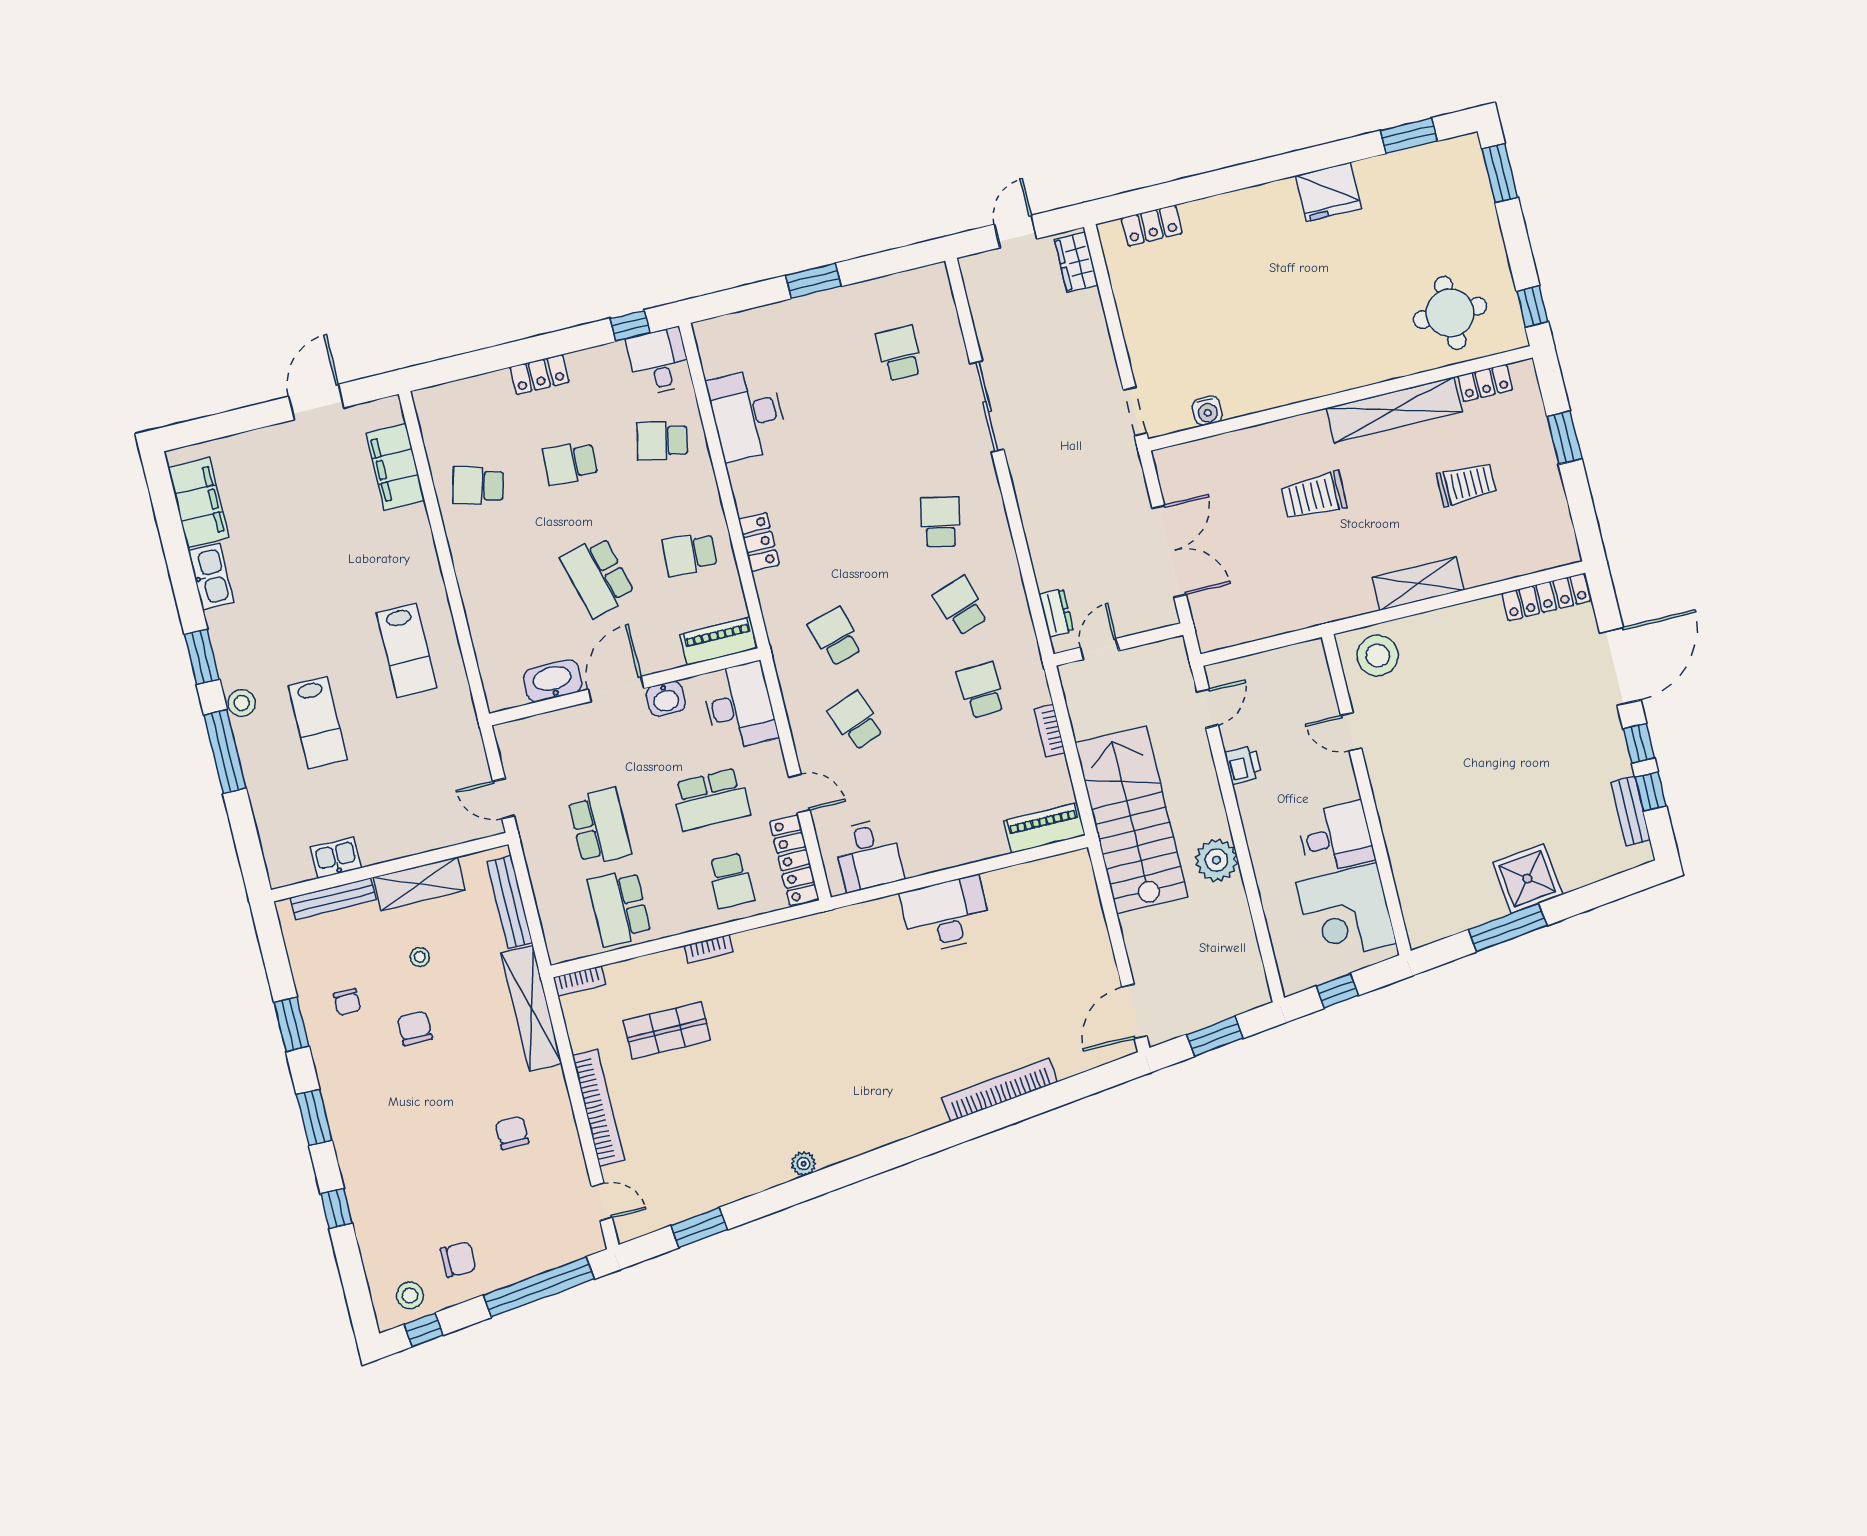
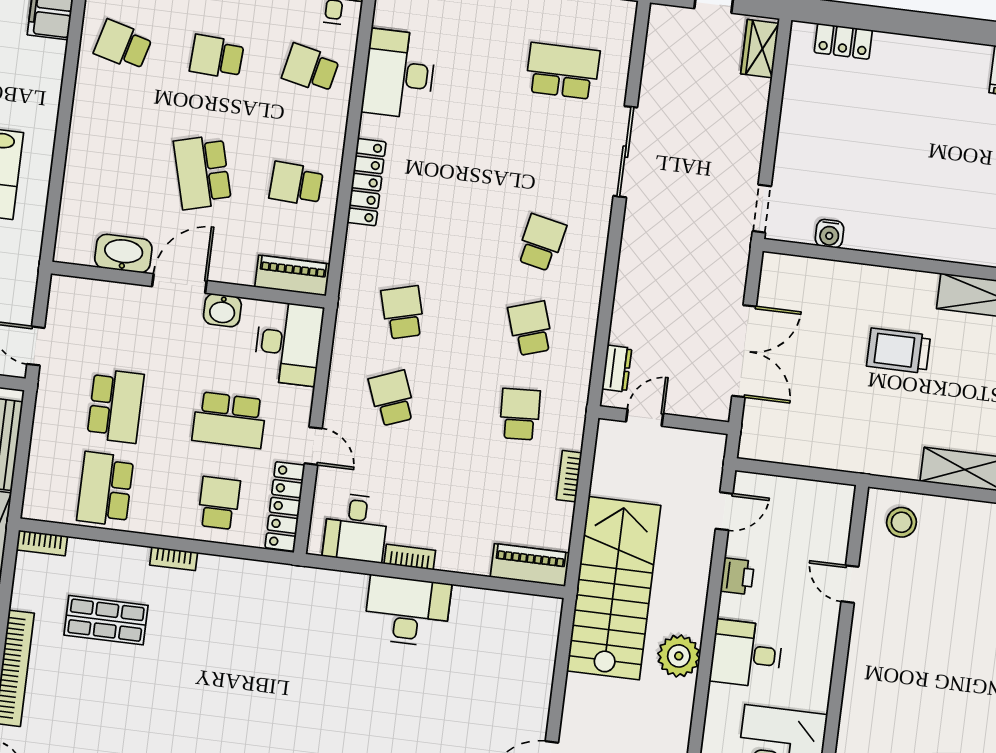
school desk: (899, 353) -> (563, 71), width x1.85
locker: (759, 542) -> (367, 182), width x1.53
stool: (1378, 656) -> (902, 522), width x0.73, depth x0.73
desk: (1336, 837) -> (746, 654), moved, turned 180
bookcase: (929, 863) -> (410, 557), added
school desk: (731, 881) -> (219, 503), turned 180

